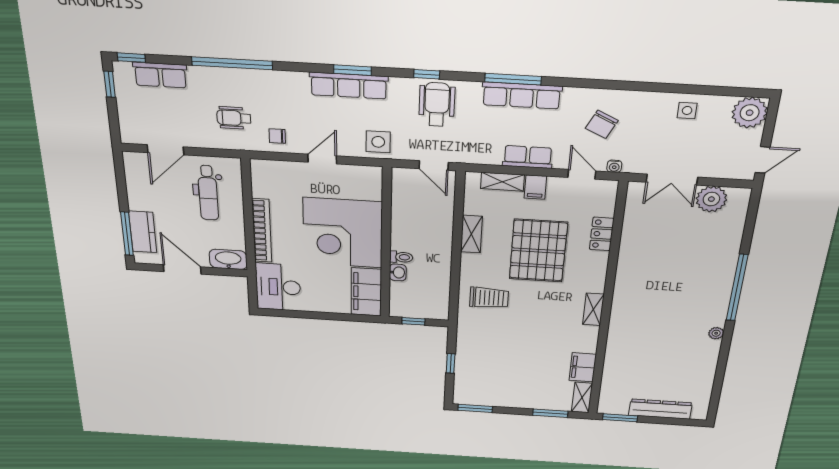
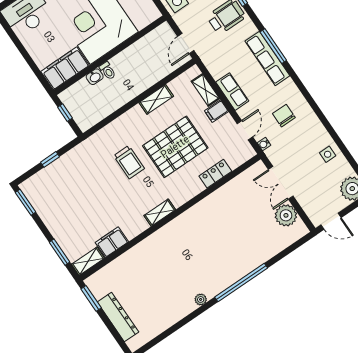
chair: (602, 124) -> (284, 116), turned 64
trolley: (489, 298) -> (129, 162), moved

